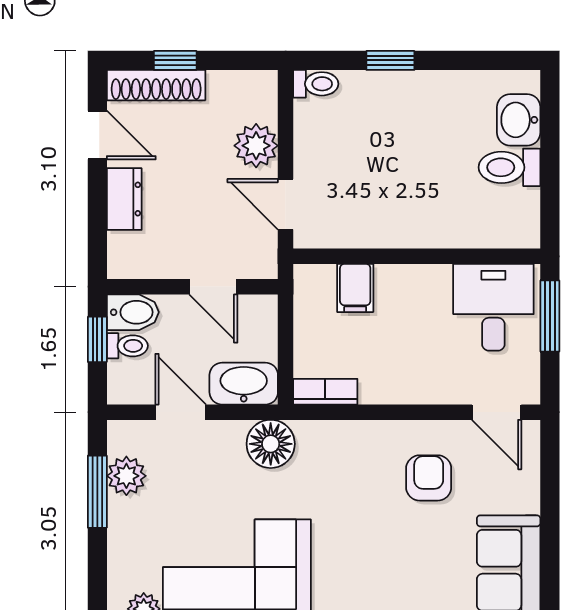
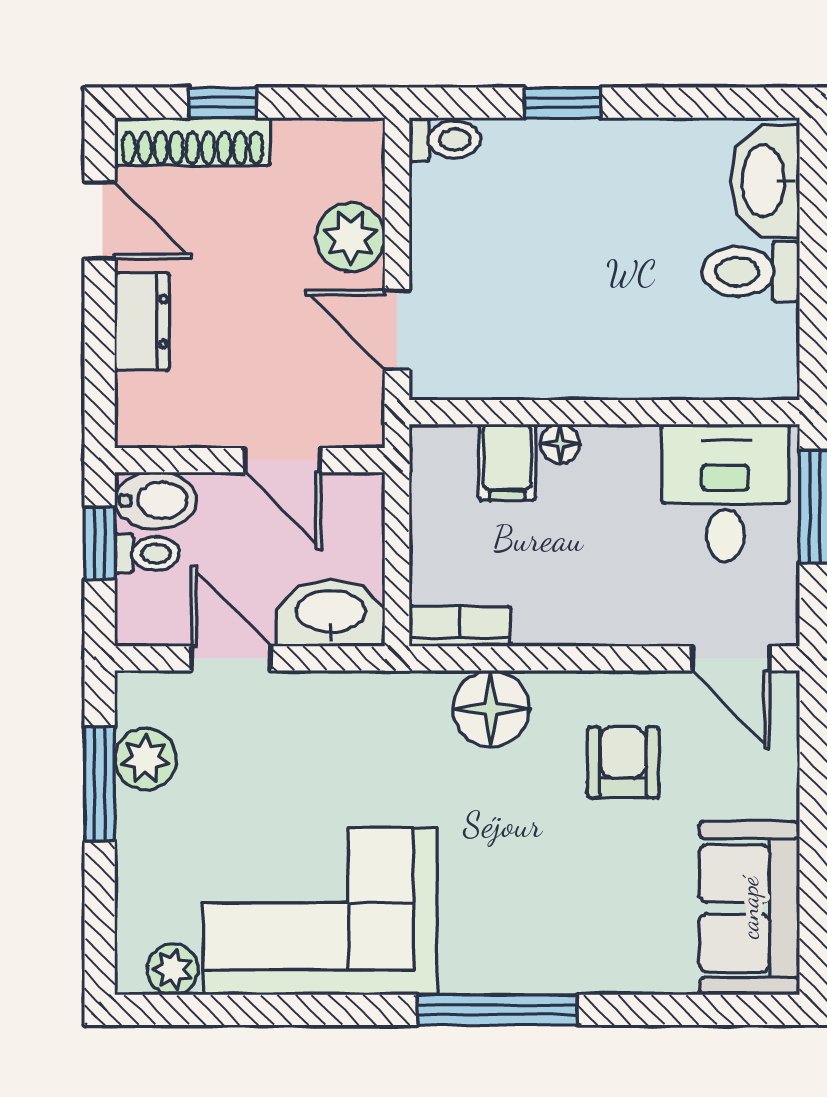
washbasin: (519, 120) -> (765, 181), width x1.38
floor lamp: (389, 276) -> (560, 444), added
floor lamp: (271, 444) -> (491, 708), moved

